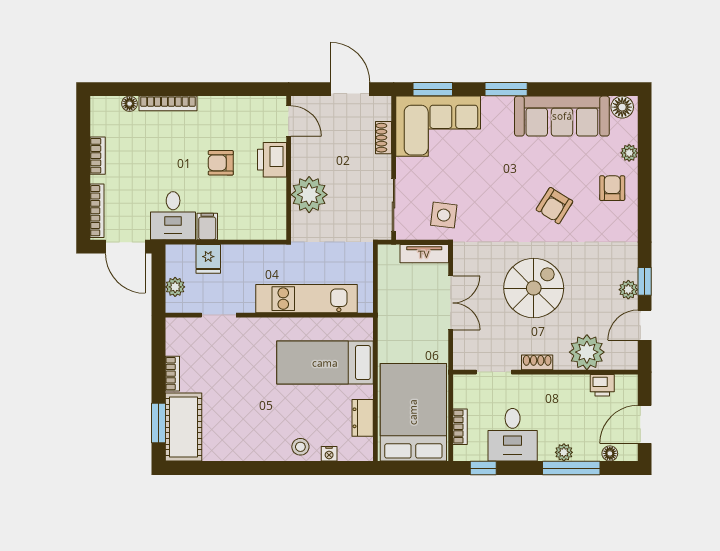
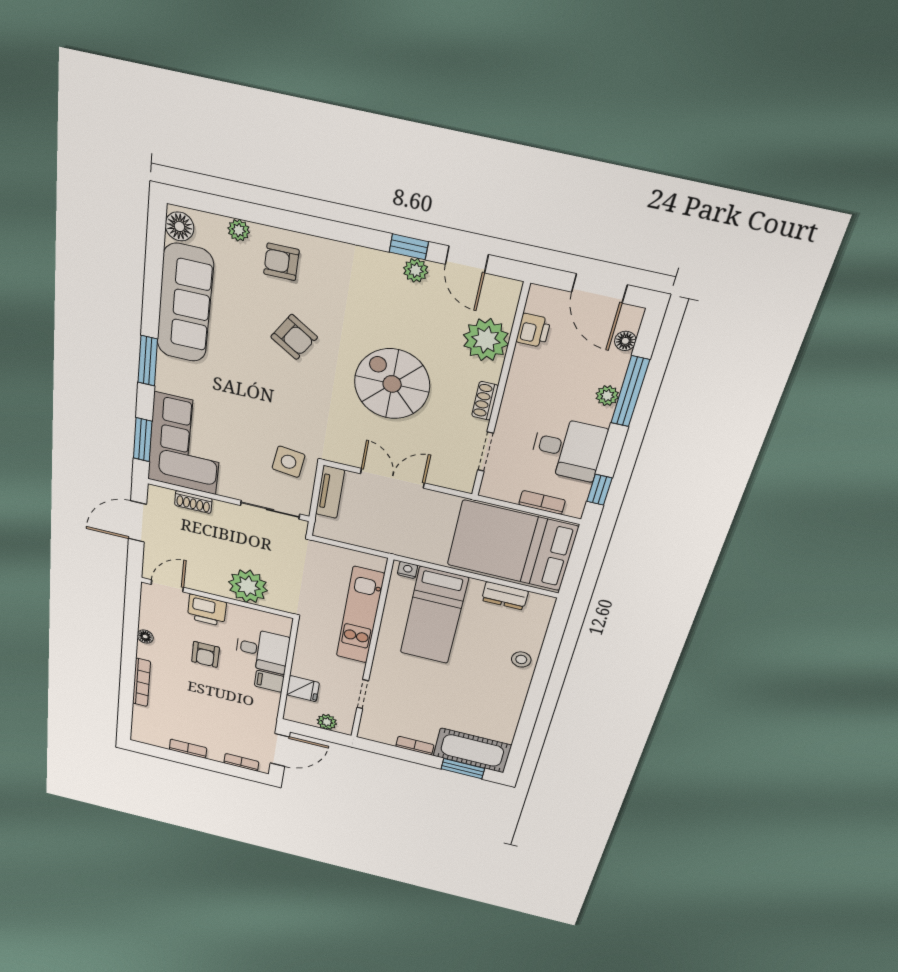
floor lamp: (130, 104) -> (145, 637), moved
bookcase: (97, 211) -> (241, 762), width x0.64
desk: (173, 216) -> (262, 650), moved
nightstand: (329, 454) -> (408, 570), moved, turned -90

